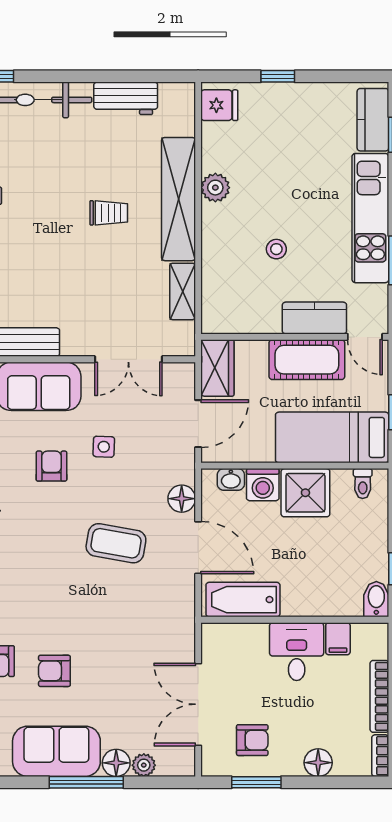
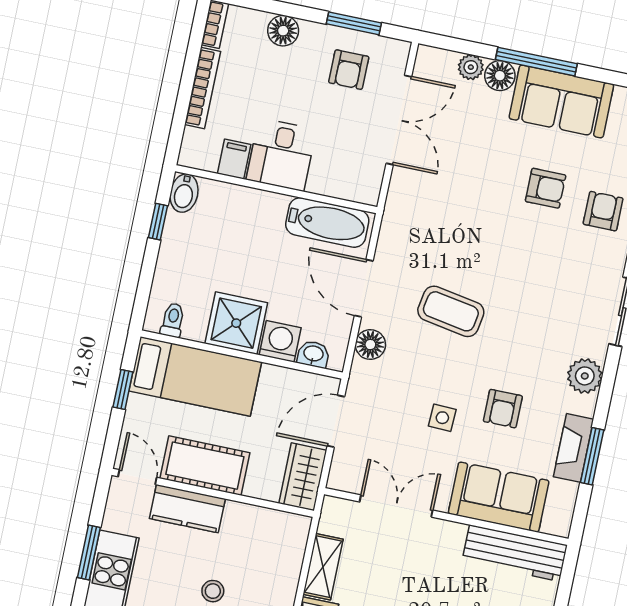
armchair: (252, 740) -> (349, 70), turned -90

